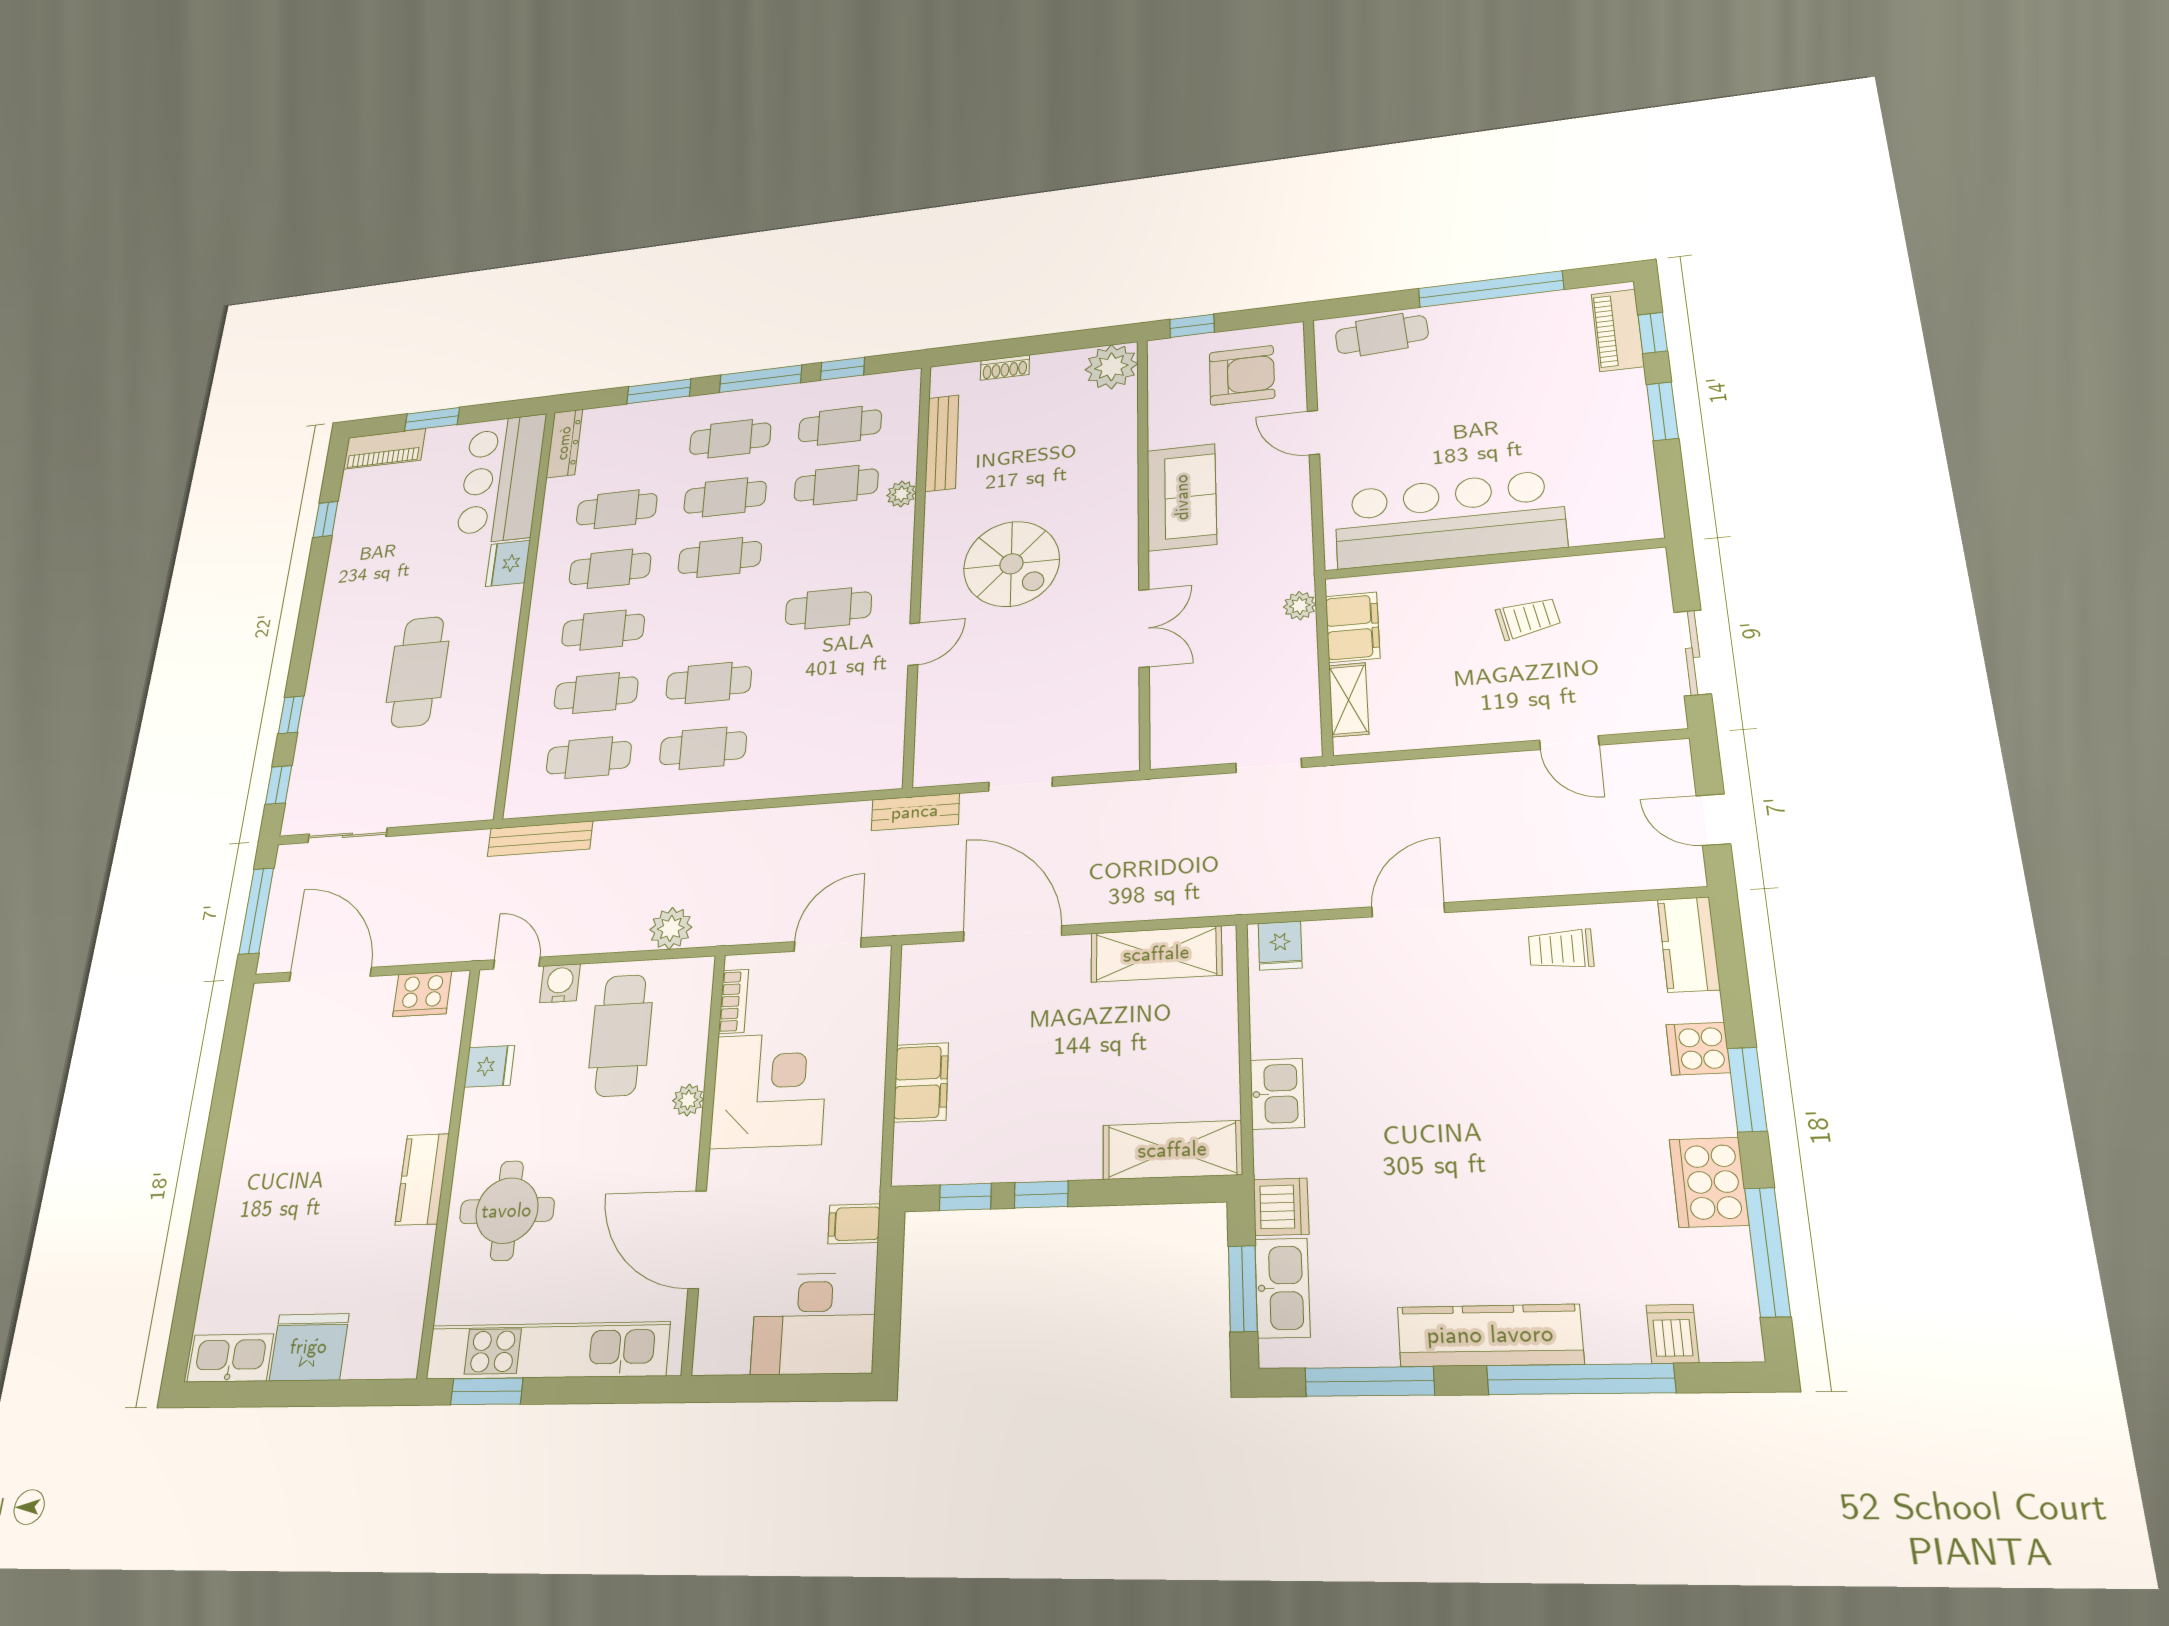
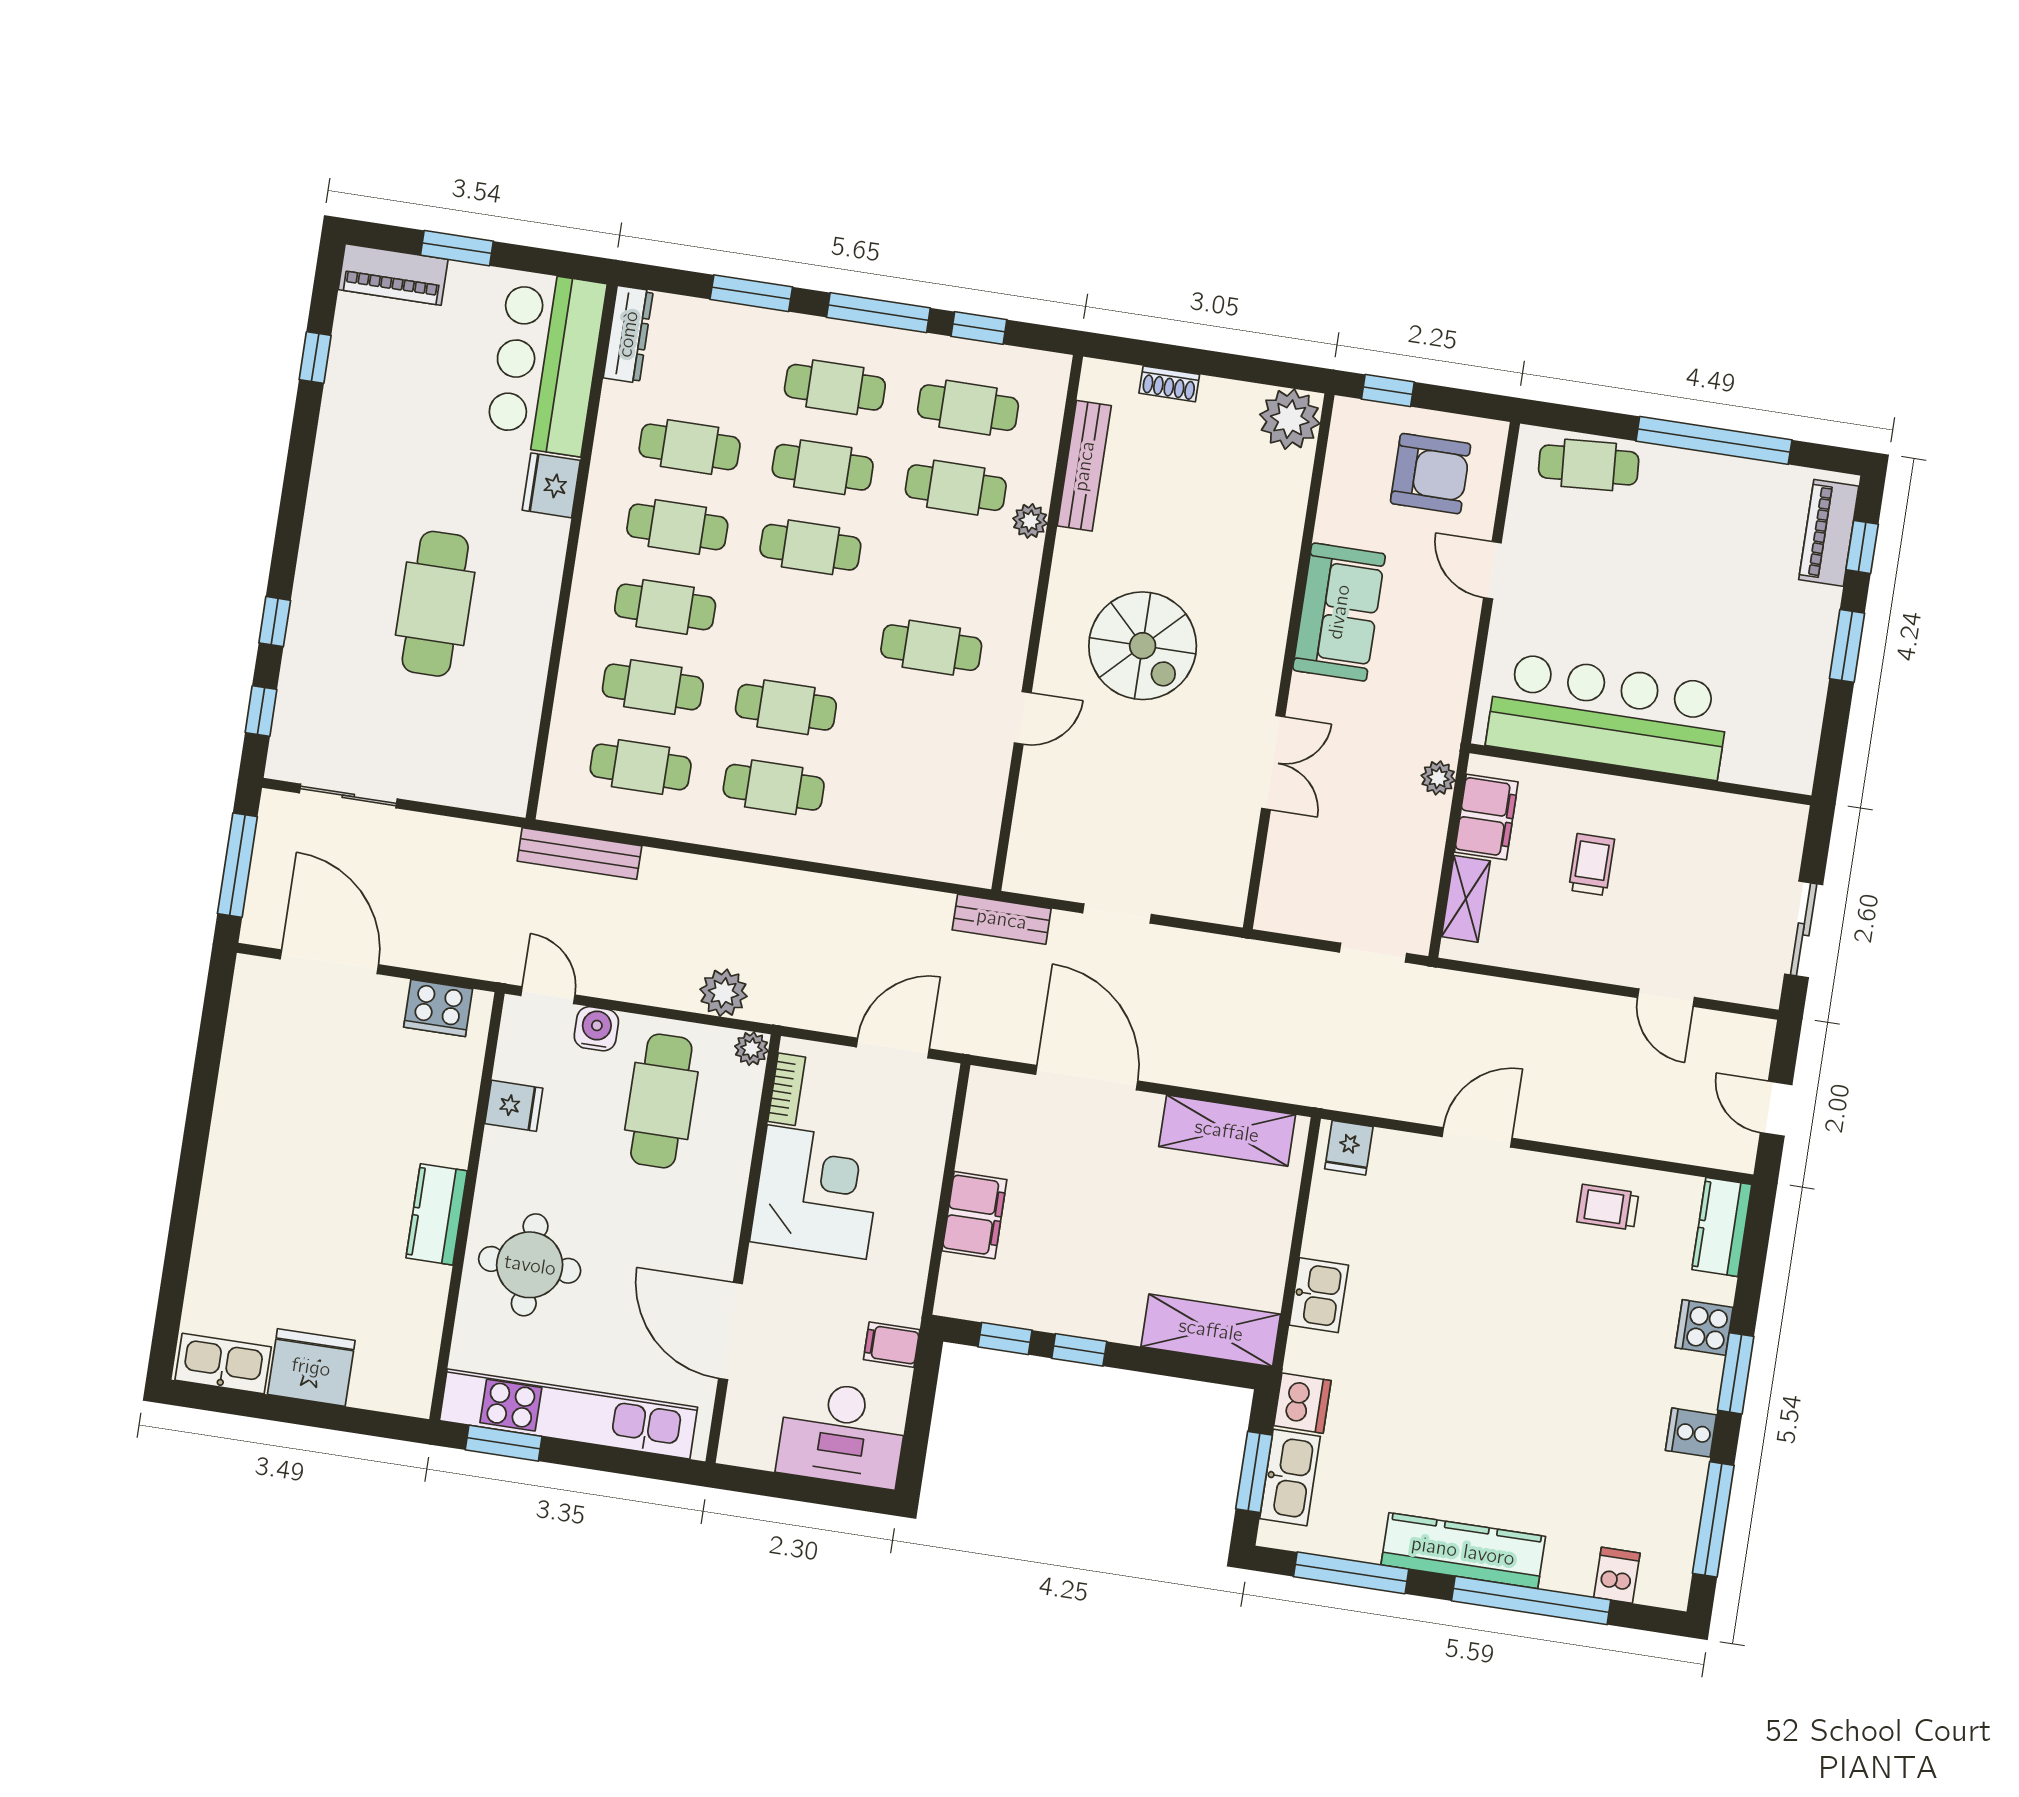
trolley: (1528, 618) -> (1592, 865), moved, turned -79
plant: (688, 1100) -> (751, 1049), moved
cooker: (1709, 1182) -> (1691, 1433), width x0.53, depth x0.76

